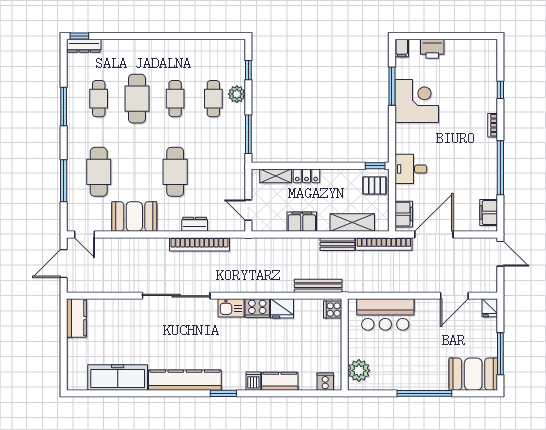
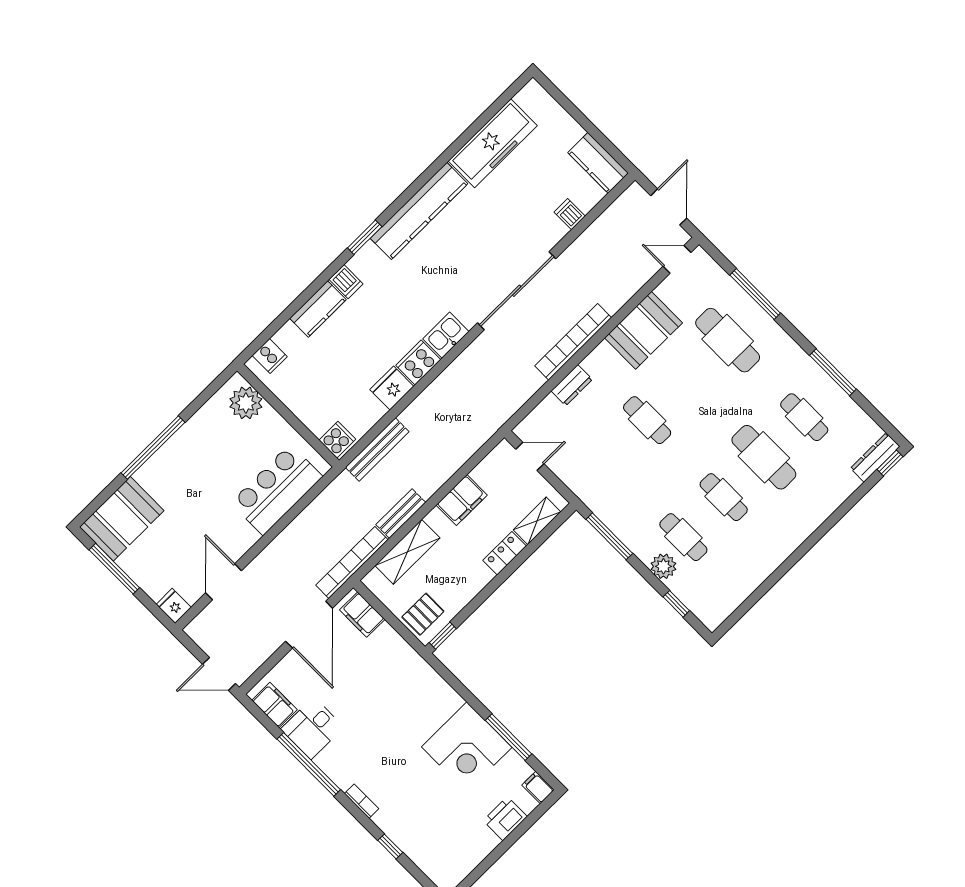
desk: (411, 169) -> (312, 728), moved, turned 180
cafe table: (175, 172) -> (647, 420), width x0.73, depth x0.74
bookcase: (199, 244) -> (573, 342), moved
dishwasher: (114, 307) -> (570, 214), added

